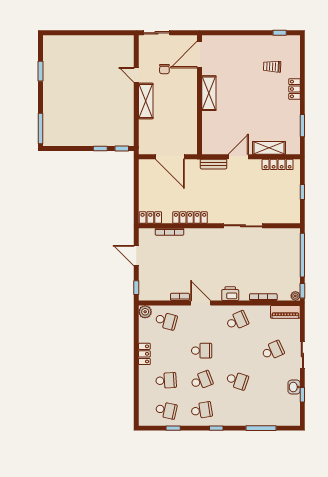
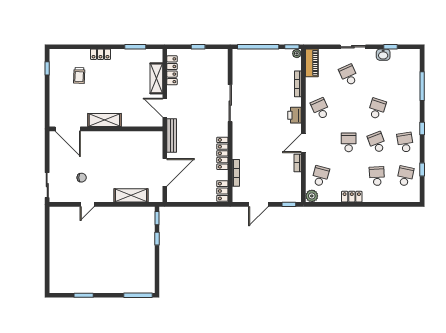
door: (199, 55) -> (68, 129), moved
shelving: (209, 93) -> (104, 120), moved
wall: (199, 95) -> (106, 129), moved
shelving: (146, 101) -> (131, 195), moved
bench: (214, 164) -> (172, 136), width x1.36

